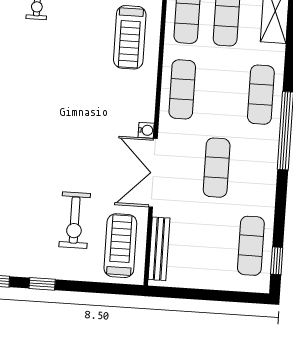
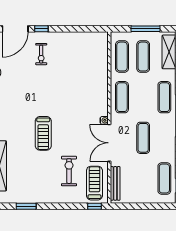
treadmill: (130, 37) -> (43, 133), moved
exercise bike: (75, 220) -> (69, 171), turned 180
window: (42, 284) -> (94, 206), moved

